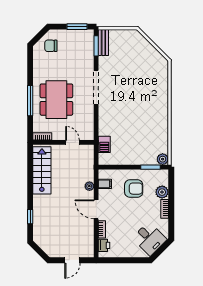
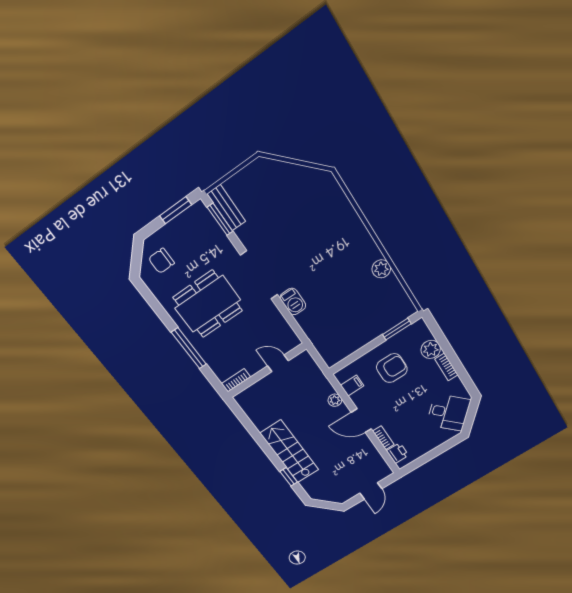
dining table: (56, 100) -> (208, 304), moved, turned 90
barbecue: (104, 144) -> (293, 301), moved
plant: (163, 159) -> (381, 269), moved
stairs: (42, 170) -> (289, 452), moved

